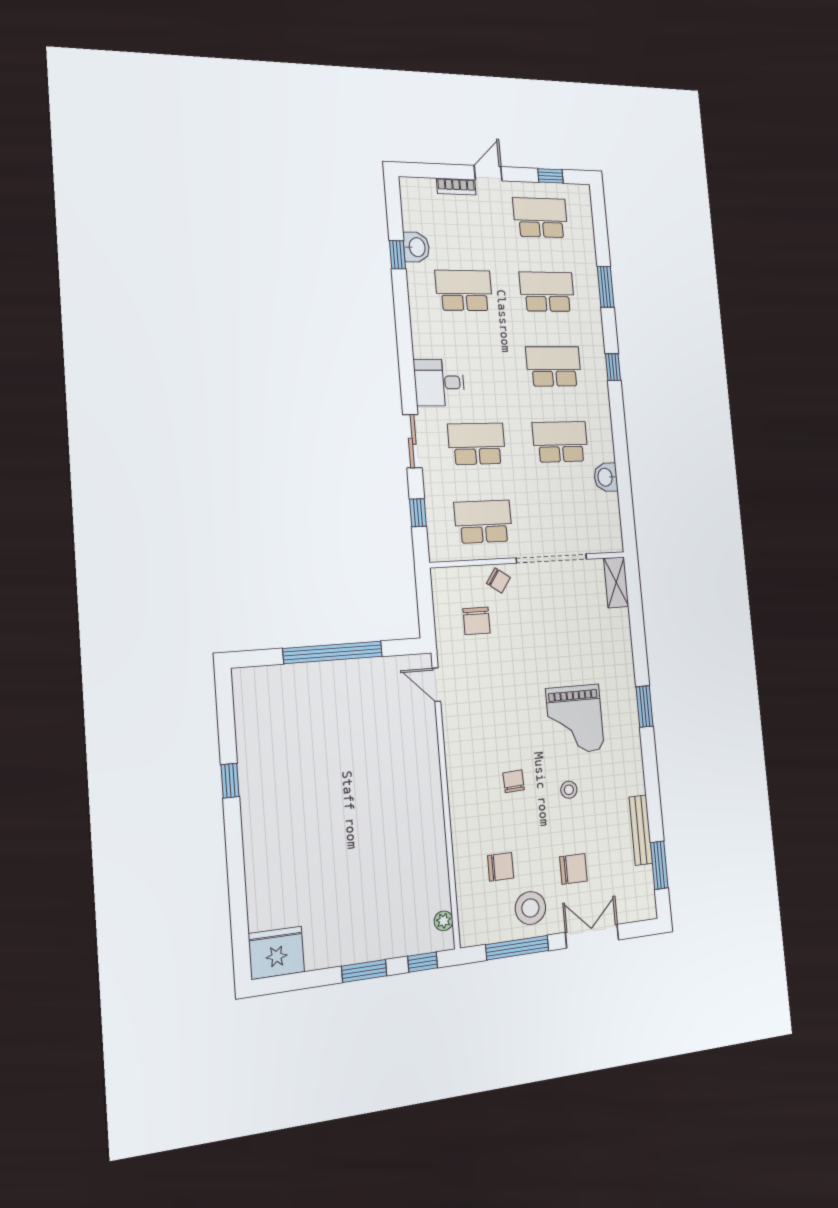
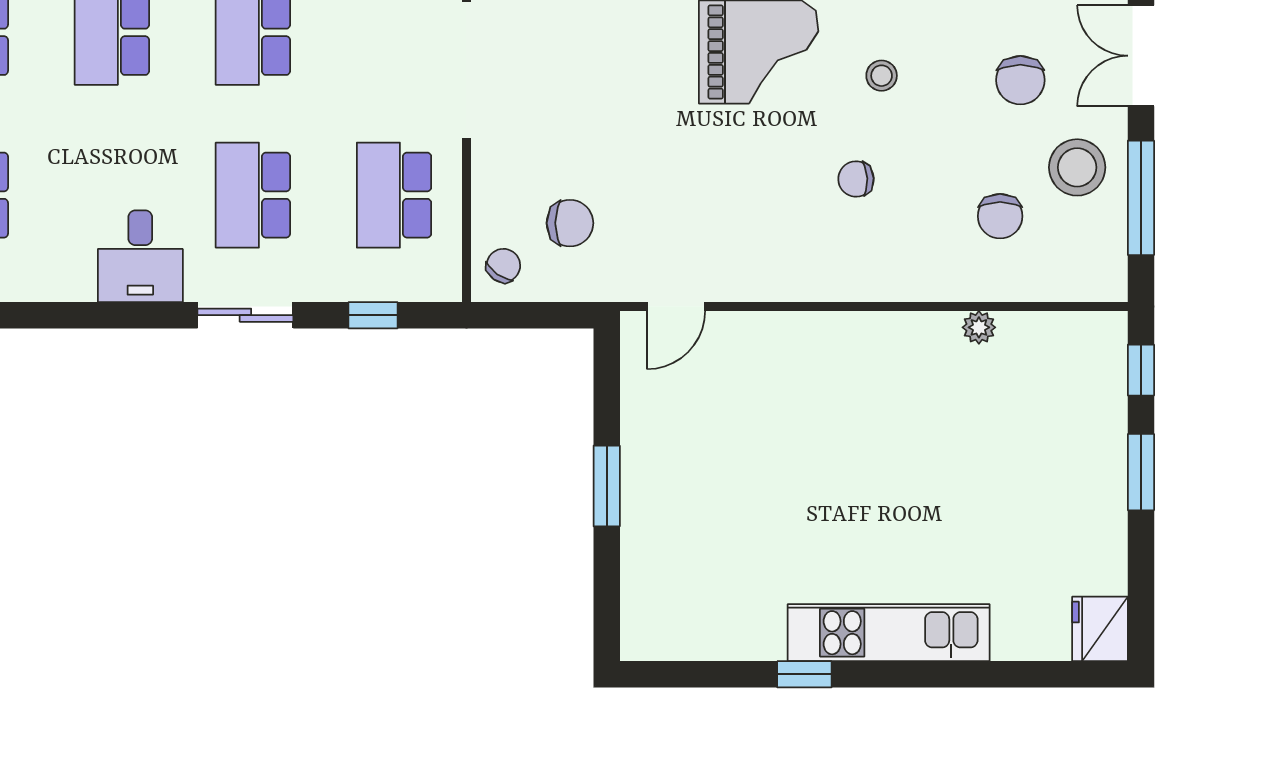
chair: (498, 580) -> (503, 266), moved
window: (333, 652) -> (607, 486), width x0.47
kitchen unit: (259, 830) -> (889, 633), added
chair: (501, 867) -> (1000, 216), turned 180
chair: (573, 869) -> (1020, 80), turned 180
plant: (444, 921) -> (979, 327), moved
fridge: (276, 953) -> (1100, 629), width x0.73, depth x0.75

